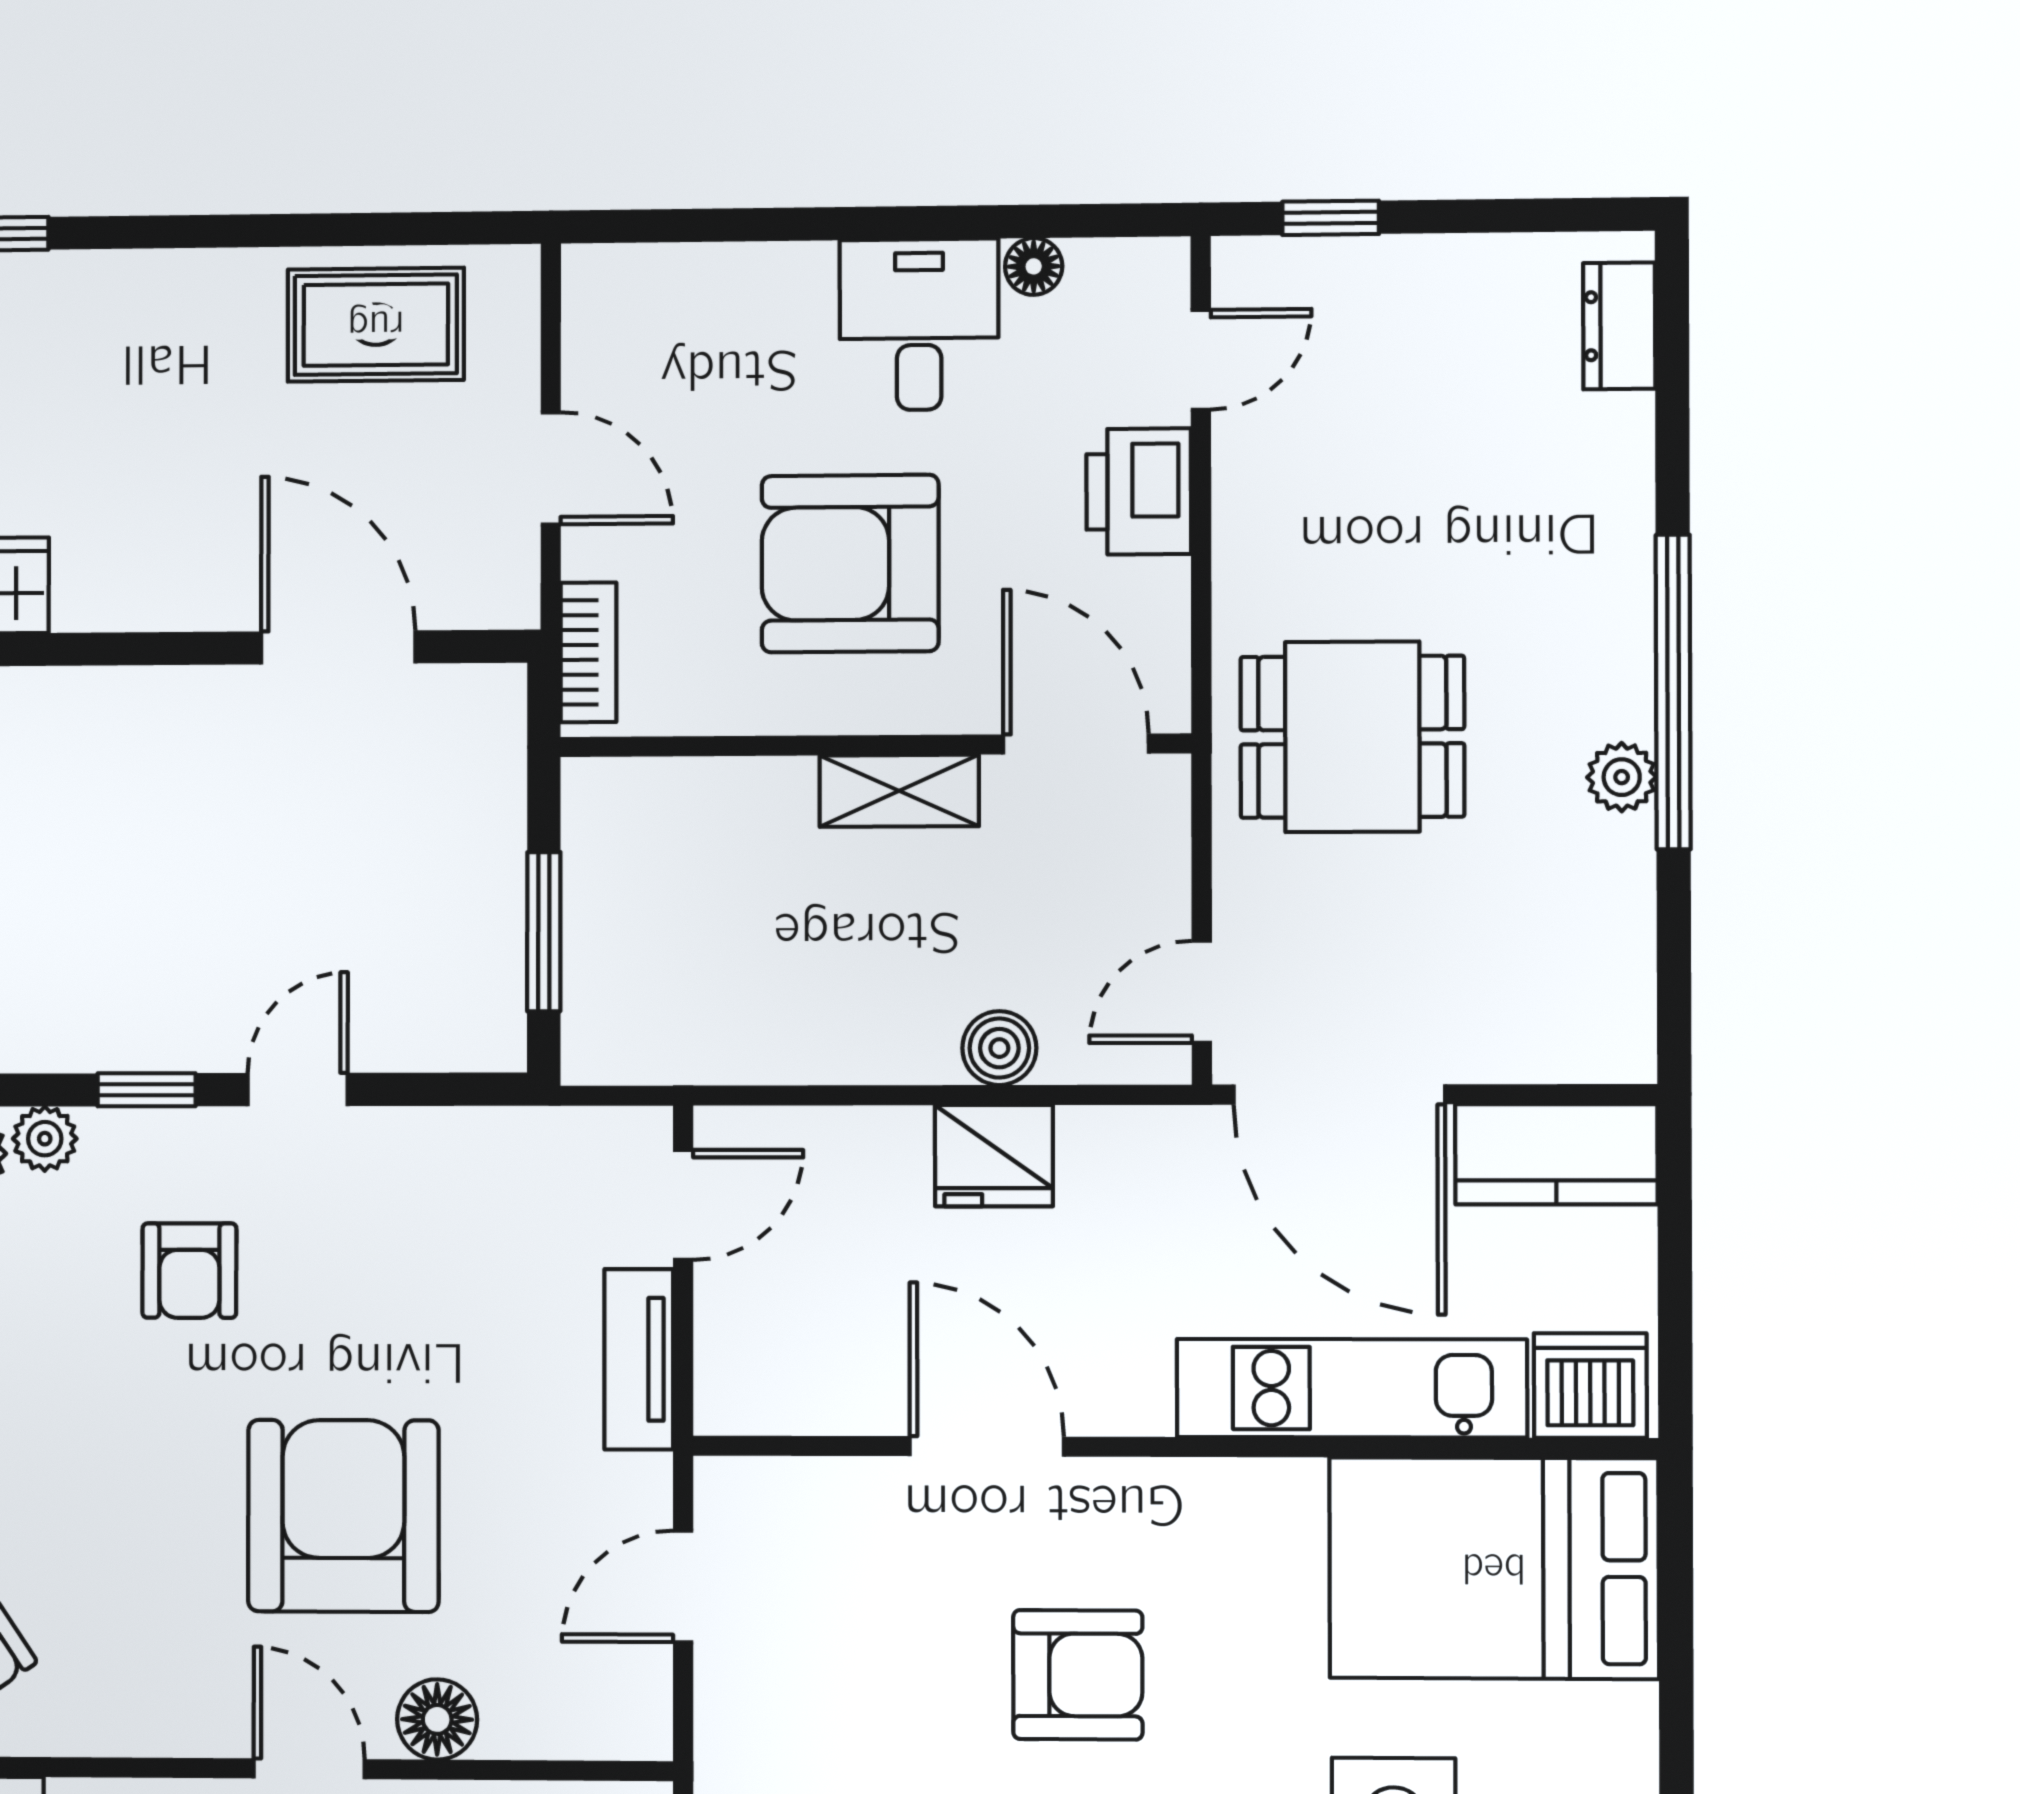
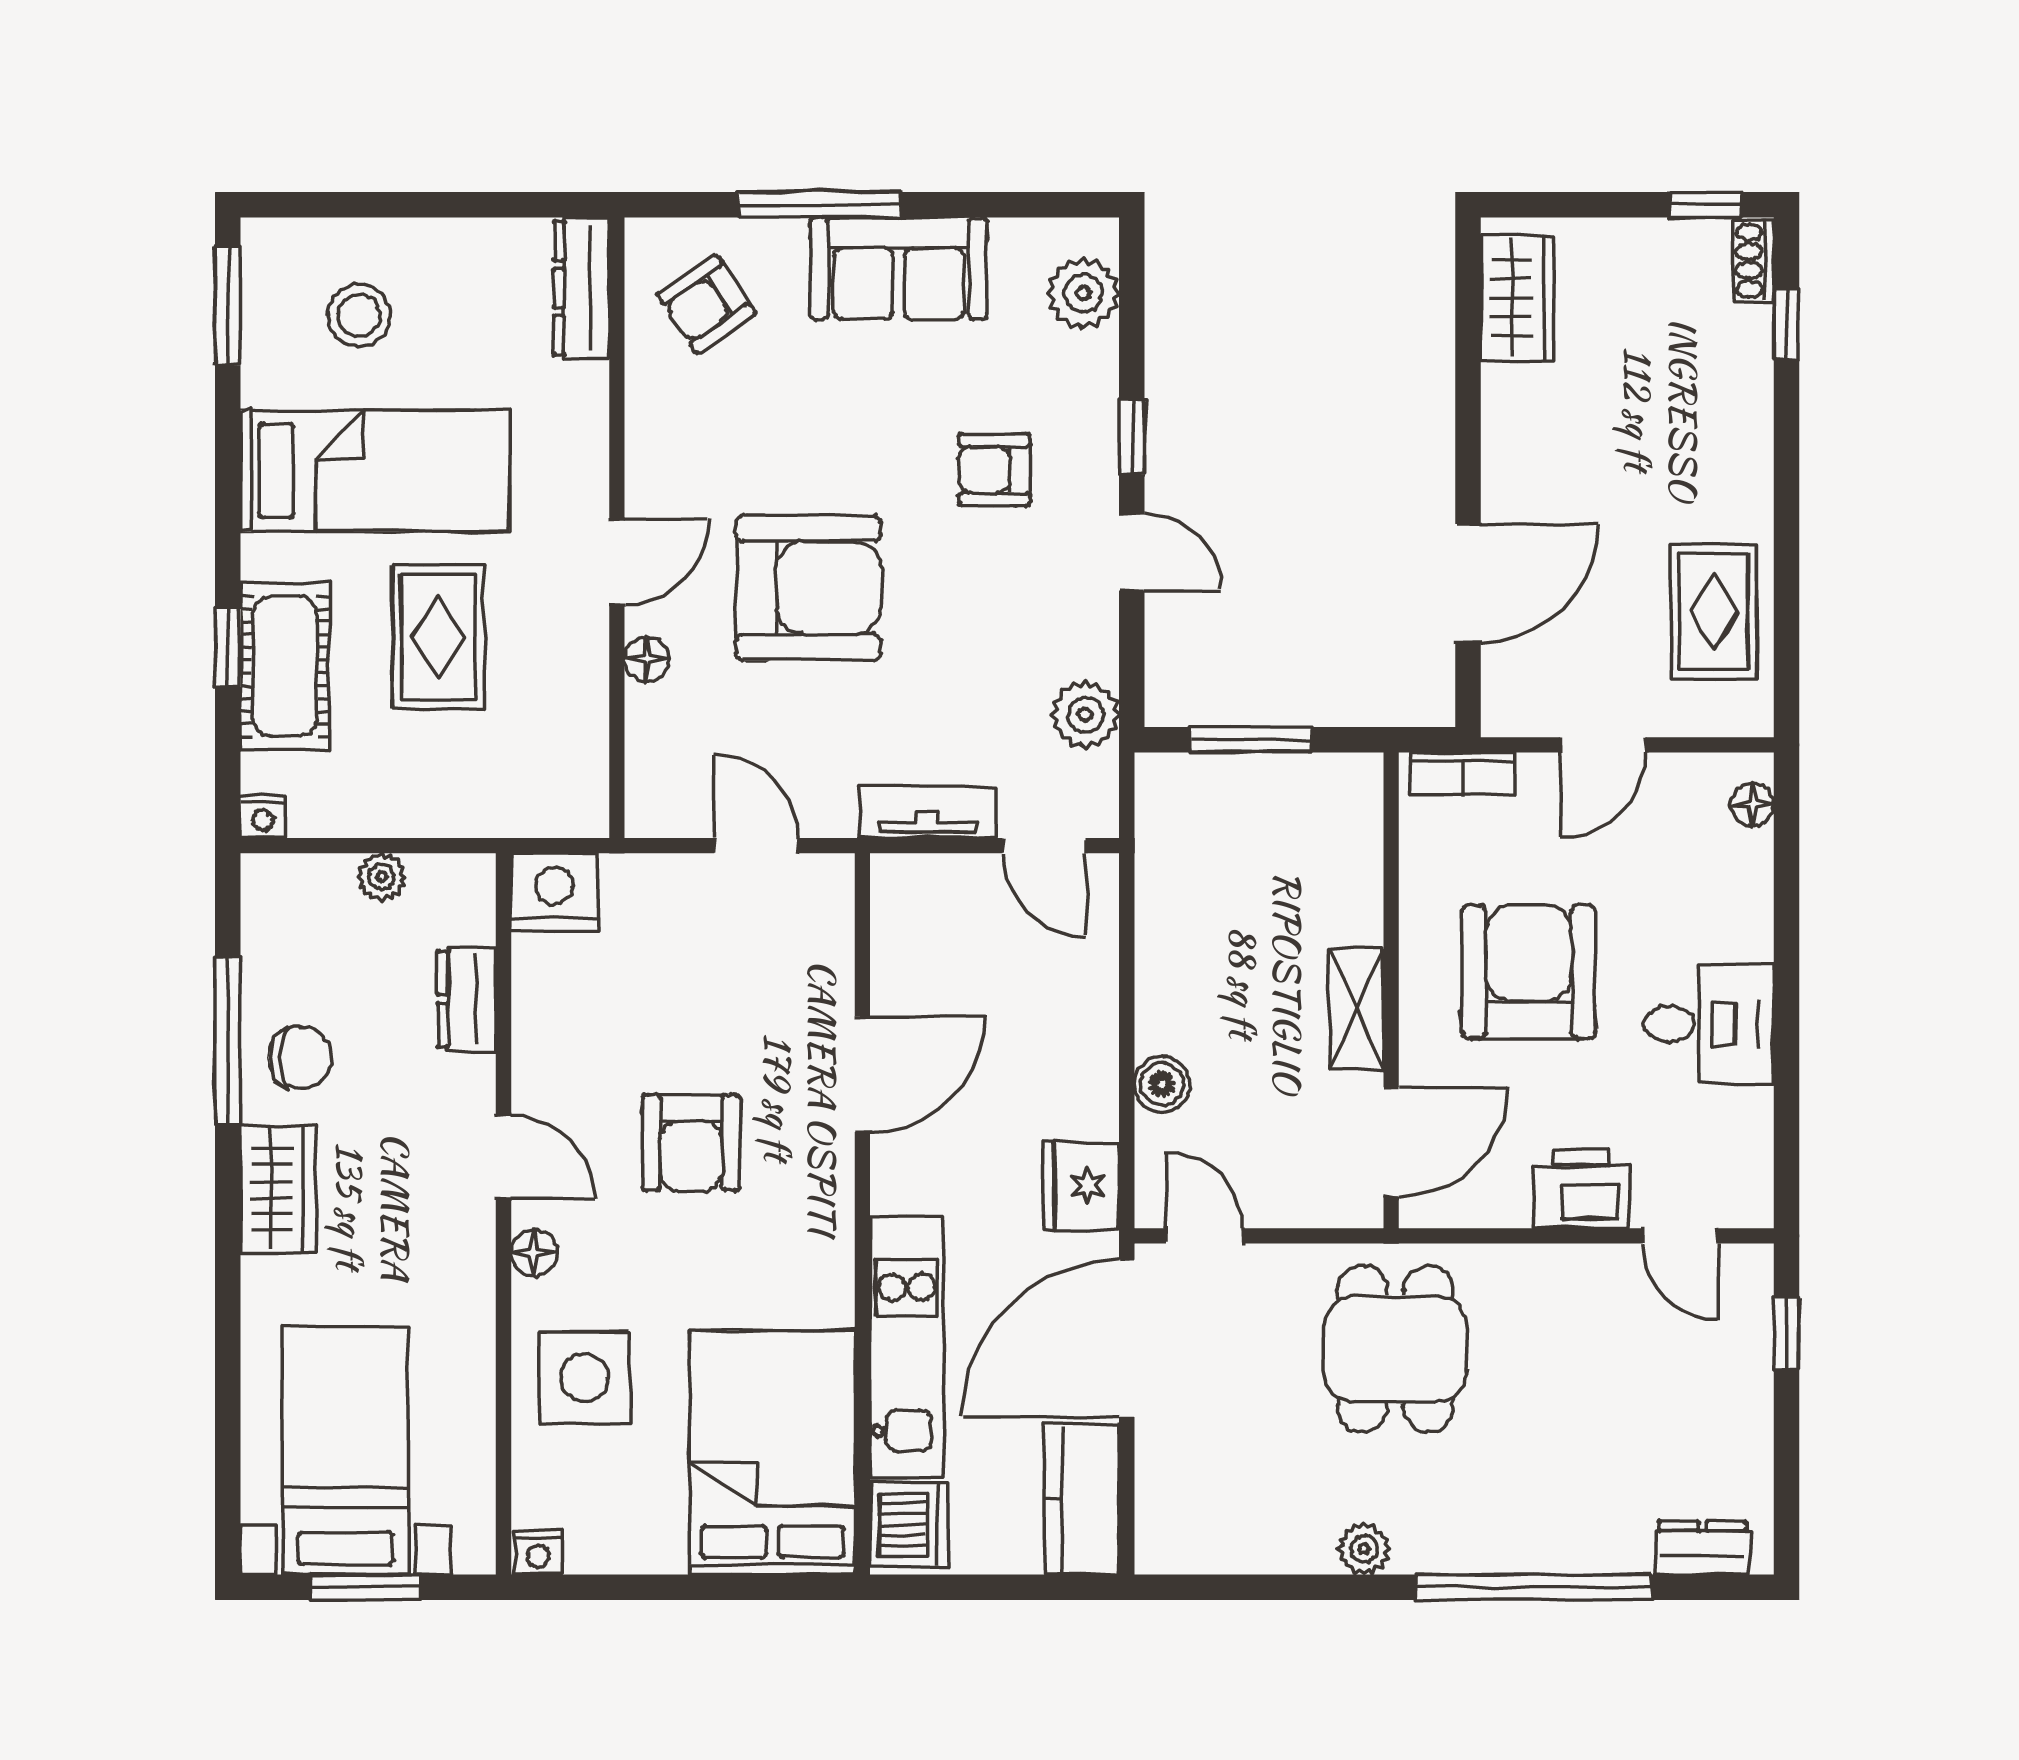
floor lamp: (1034, 266) -> (1752, 805), moved
window: (1673, 692) -> (1534, 1587), moved
plant: (45, 1139) -> (1085, 715), moved, width x1.38, depth x1.38
fridge: (994, 1156) -> (1081, 1186), moved
floor lamp: (437, 1719) -> (647, 659), width x0.73, depth x0.73

